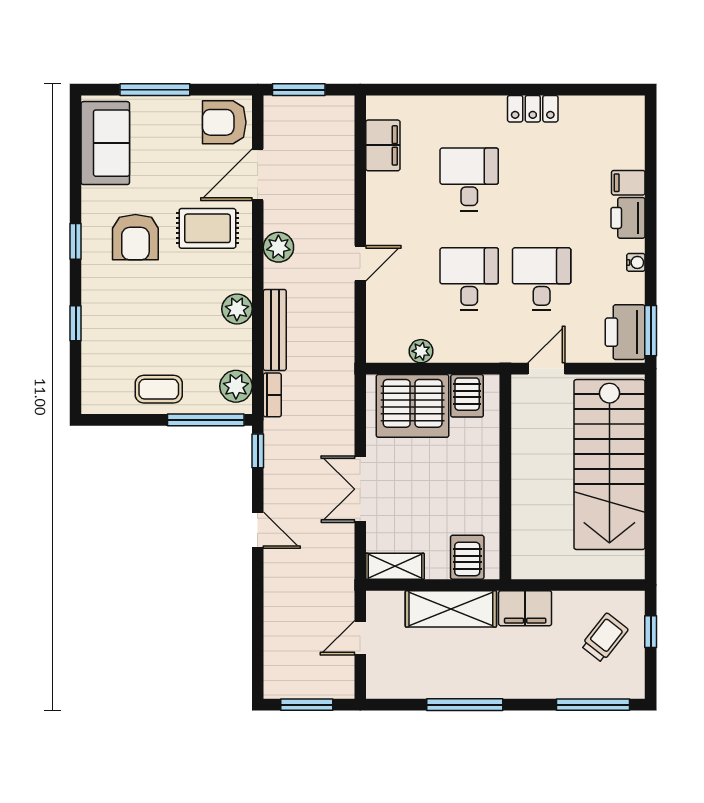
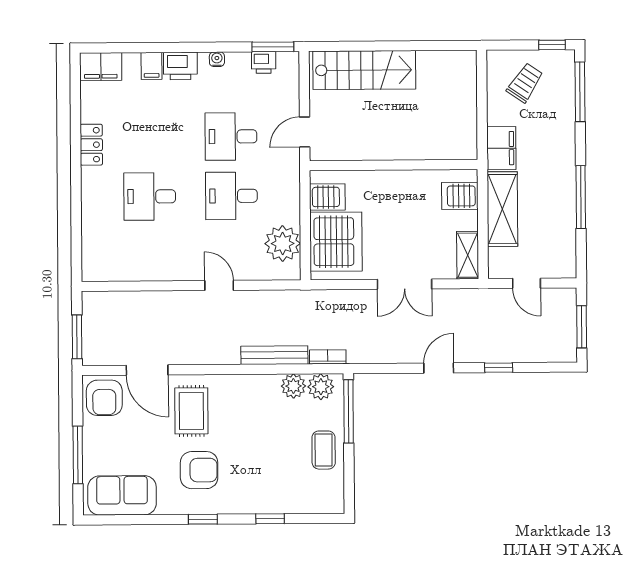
filing cabinet: (383, 145) -> (101, 67), moved, turned 180
plant: (278, 247) -> (206, 353), removed
plant: (237, 309) -> (293, 386), moved
printer: (625, 332) -> (264, 62), width x0.53, depth x0.68
plant: (421, 351) -> (283, 244), width x1.88, depth x1.88
door: (546, 369) -> (305, 132), hinge flipped
window: (258, 451) -> (499, 368), moved
stairs: (609, 465) -> (364, 70), width x0.73, depth x0.66
window: (651, 632) -> (552, 45), moved
trolley: (605, 638) -> (525, 83), turned 86

